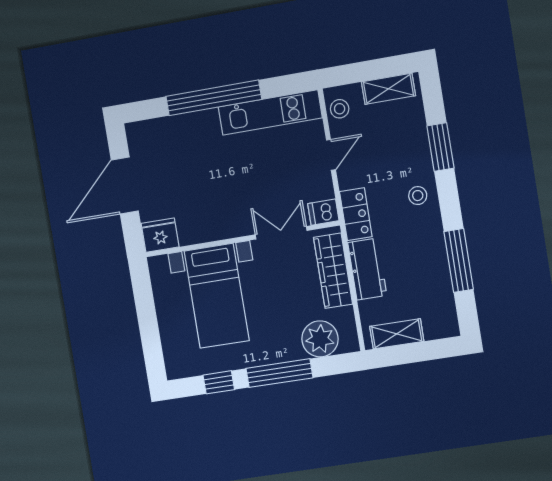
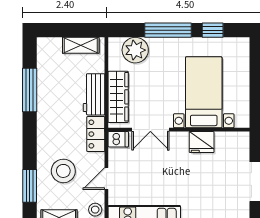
window: (440, 147) -> (30, 186), moved
stool: (418, 196) -> (63, 171), moved, width x1.89, depth x1.89
fridge: (160, 235) -> (202, 142), moved

